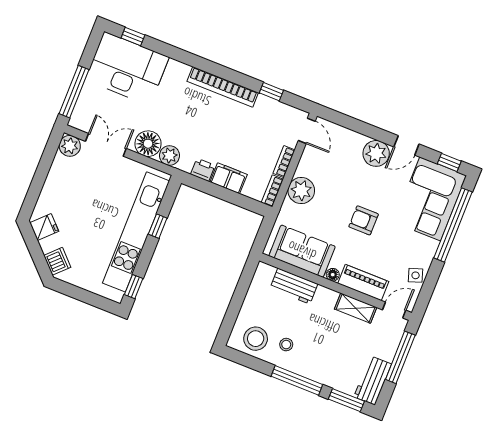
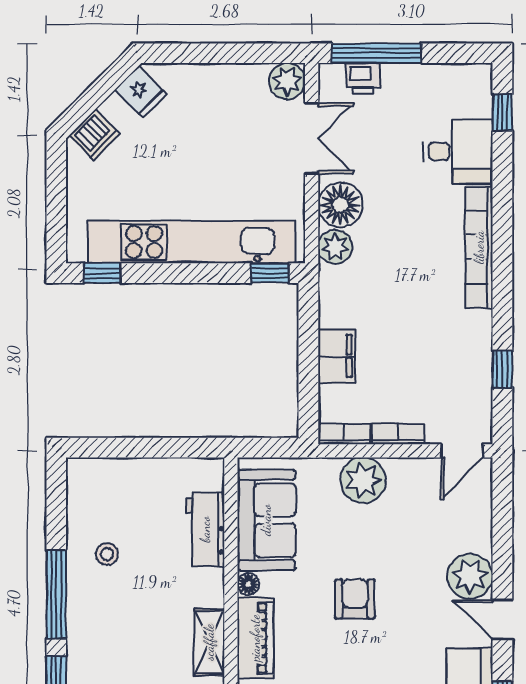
desk: (127, 68) -> (458, 152), width x0.53, depth x0.77
bookcase: (223, 87) -> (479, 247), moved
printer: (203, 170) -> (363, 78), moved, turned 90
window: (158, 226) -> (270, 273), moved
stool: (256, 339) -> (97, 501), removed

